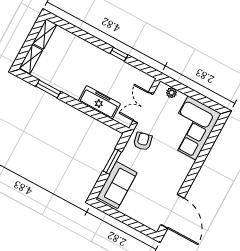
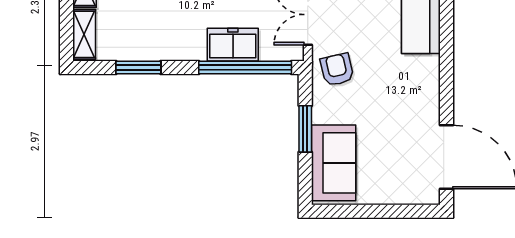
freezer: (99, 102) -> (233, 45), width x0.71
window: (99, 117) -> (245, 68), added

